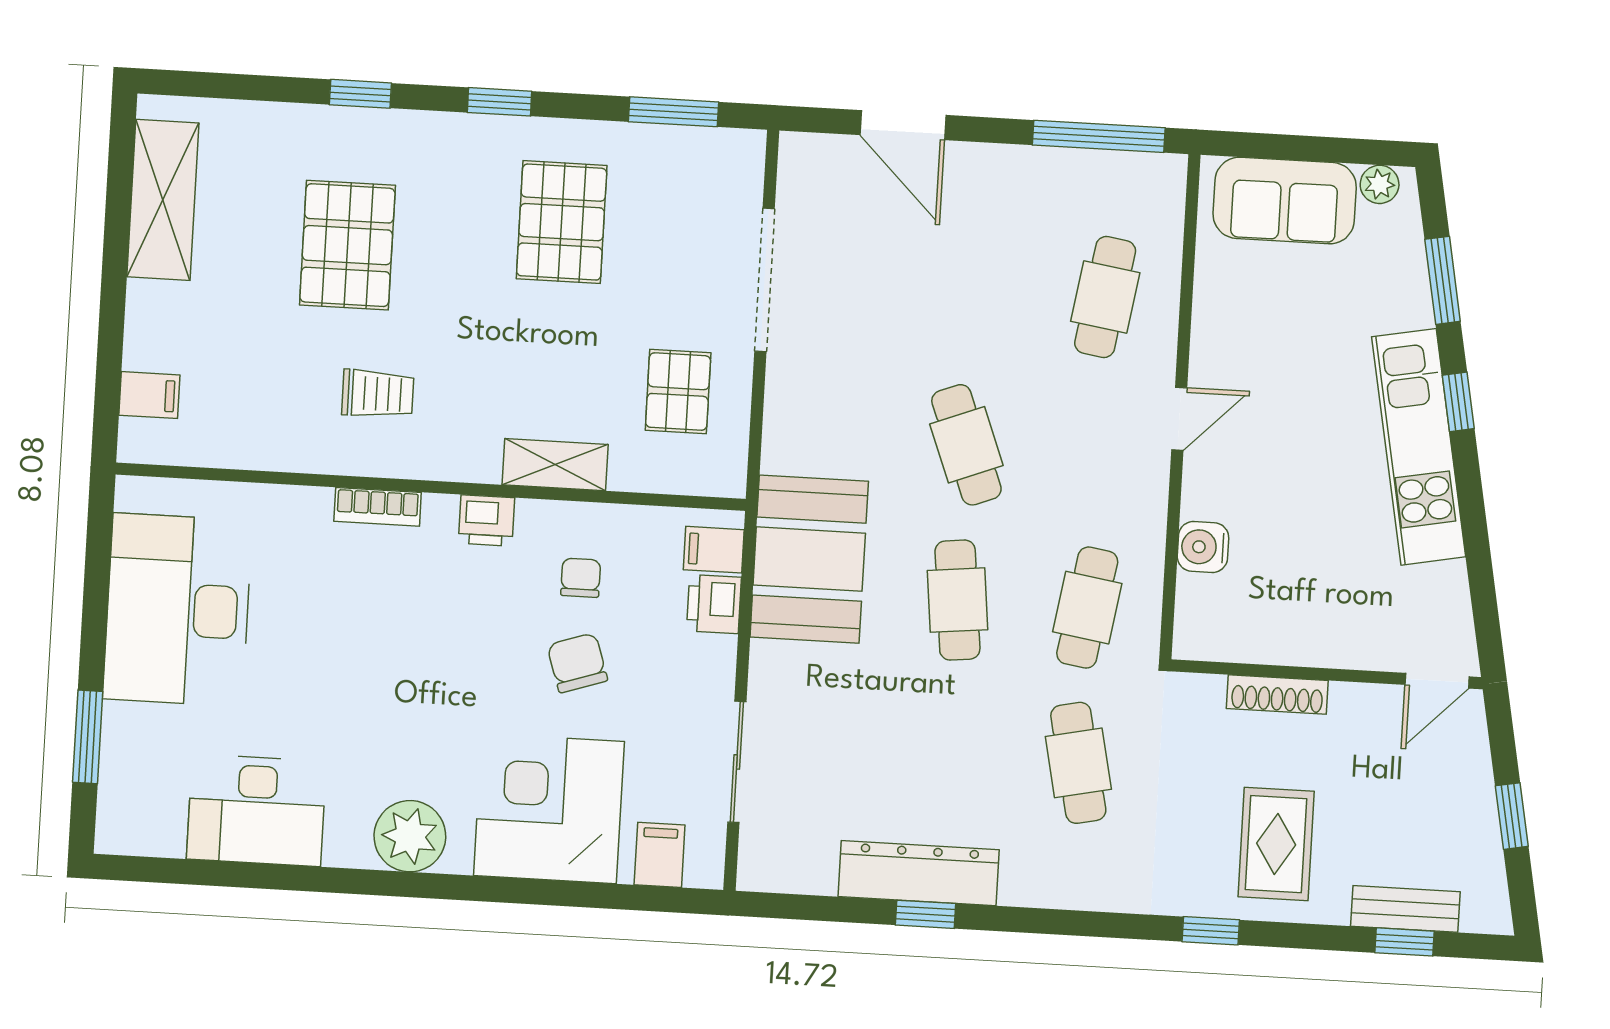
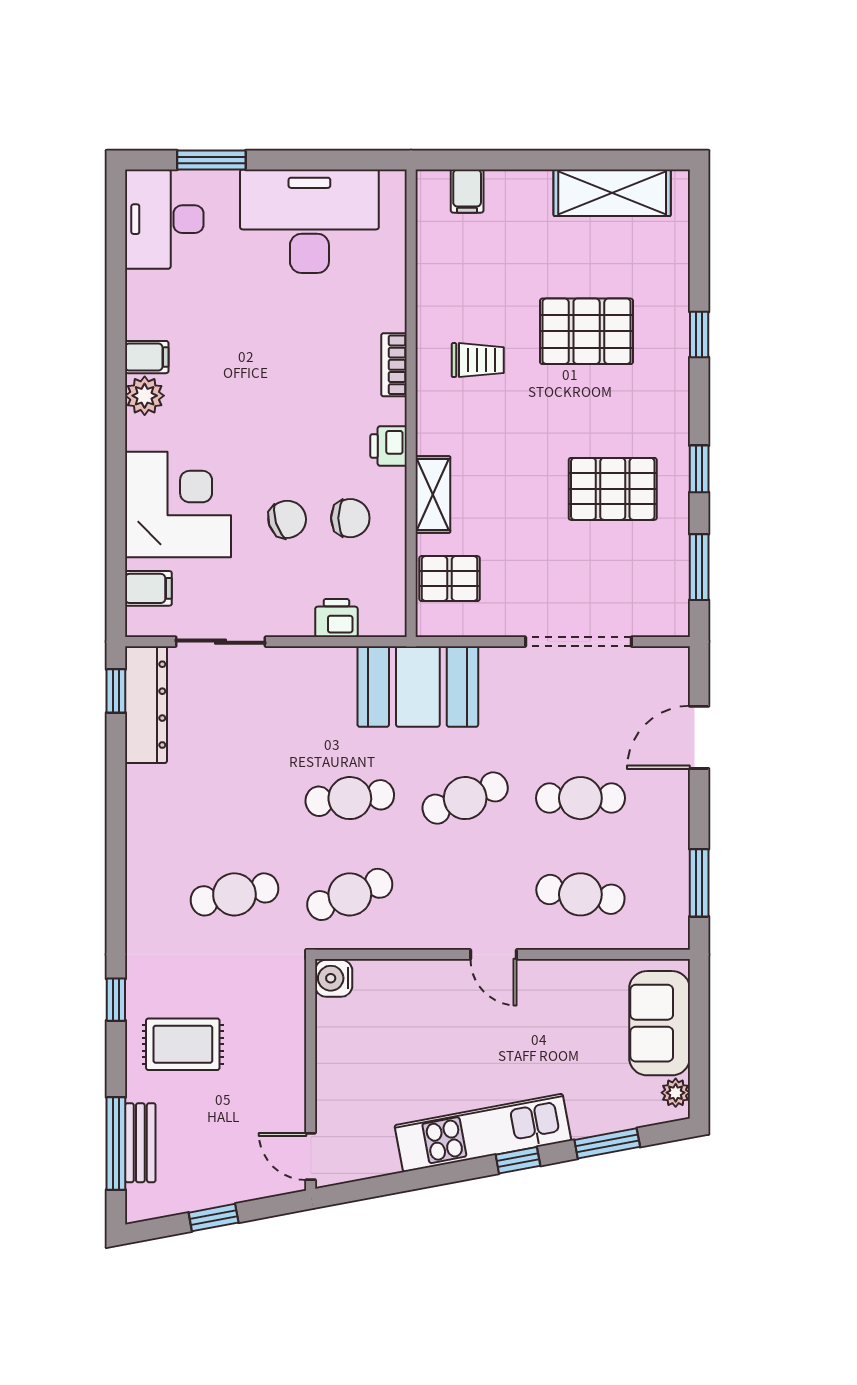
window: (499, 102) -> (699, 469), moved
window: (1099, 136) -> (699, 883), width x0.69
cafe table: (975, 290) -> (580, 798), added
pallet: (678, 392) -> (450, 579), moved
trolley: (378, 394) -> (478, 360), turned -90
water cooler: (1203, 547) -> (334, 978), moved, turned -90
filing cabinet: (714, 550) -> (147, 357), moved, turned 90
booth: (809, 559) -> (418, 686), moved
chair: (581, 578) -> (350, 518), width x1.37, depth x1.37
cafe table: (1087, 608) -> (350, 894), turned -30
shoe rack: (1277, 694) -> (294, 1039), removed
desk: (256, 810) -> (164, 219), moved
plant: (410, 836) -> (145, 396), width x0.73, depth x0.73
dresser: (919, 873) -> (146, 705), moved
window: (925, 914) -> (116, 691), moved
window: (1404, 942) -> (116, 1144), width x2.17

